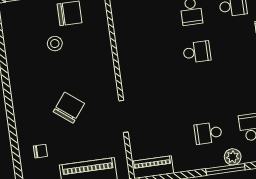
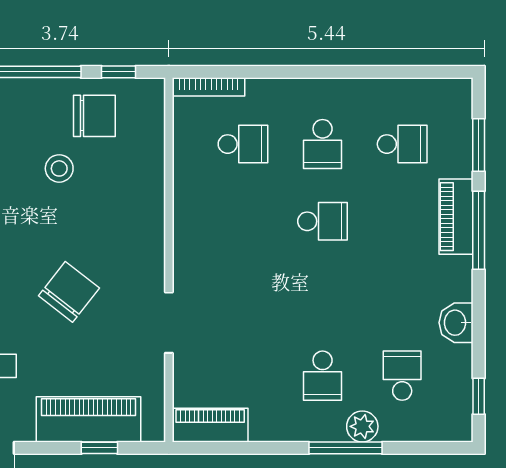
school desk: (149, 17) -> (243, 144), added
school desk: (208, 133) -> (323, 376), turned -90

